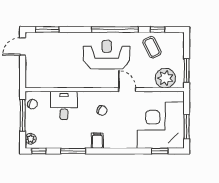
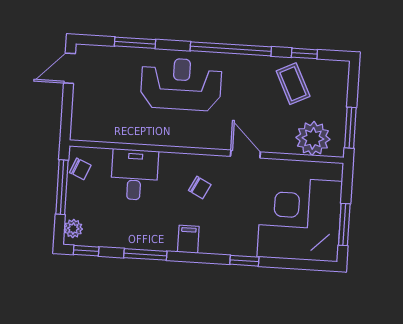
window: (47, 29) -> (135, 43), moved
reception desk: (107, 55) -> (181, 84), moved
window: (160, 151) -> (244, 261), moved

